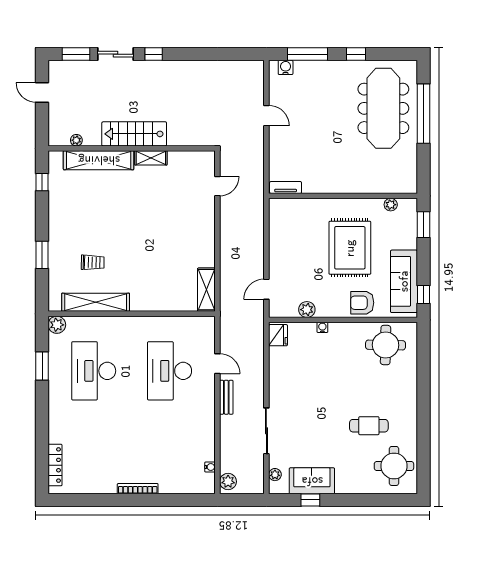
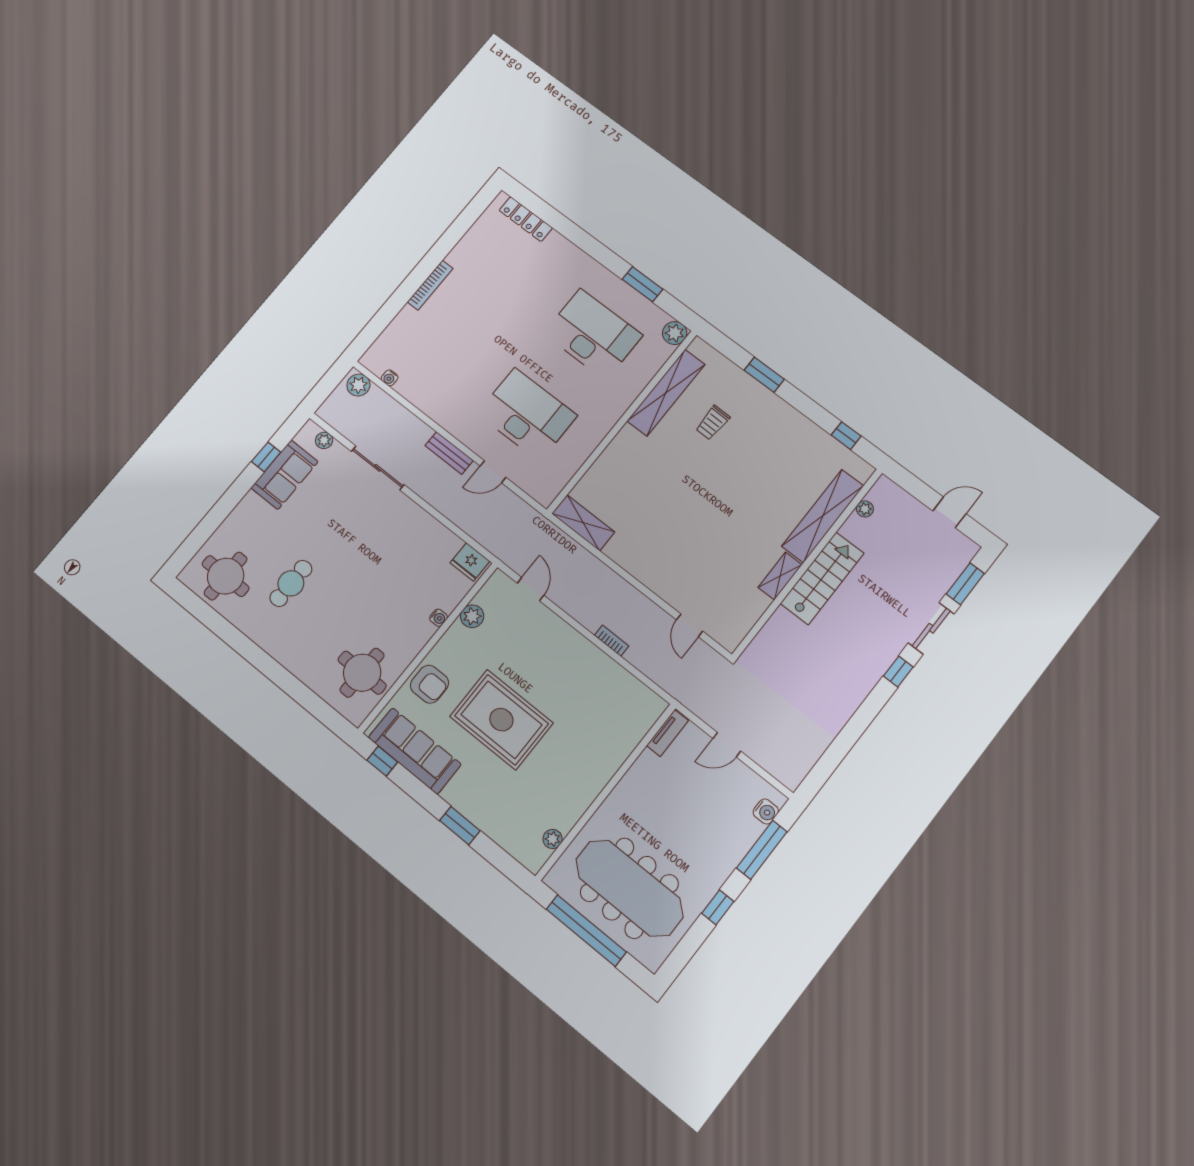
tv unit: (286, 187) -> (667, 733), moved
wall: (343, 196) -> (606, 792), moved
plant: (391, 205) -> (553, 839), moved
bookcase: (259, 222) -> (612, 641), added
armchair: (362, 303) -> (430, 684), turned 90

